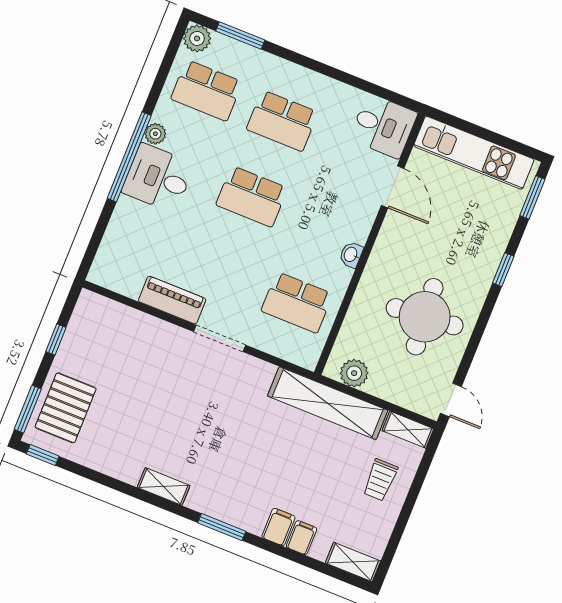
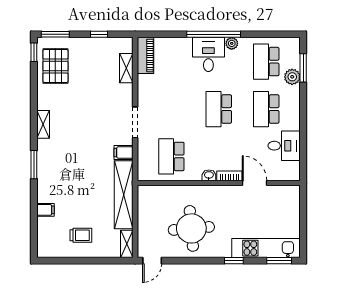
plant: (197, 38) -> (292, 77), moved
desk: (383, 126) -> (284, 146), moved, turned -90
kitchen unit: (474, 153) -> (266, 248), moved, turned 90
door: (393, 187) -> (255, 183), swing flipped
bookcase: (365, 222) -> (229, 176), added
piano: (172, 300) -> (146, 55), moved
plant: (354, 373) -> (146, 203), removed
pallet: (66, 408) -> (55, 66), moved, turned 90
trolley: (380, 480) -> (81, 235), moved, turned 180
filing cabinet: (279, 527) -> (124, 153), moved, turned 180
shelving: (353, 562) -> (126, 68), moved

